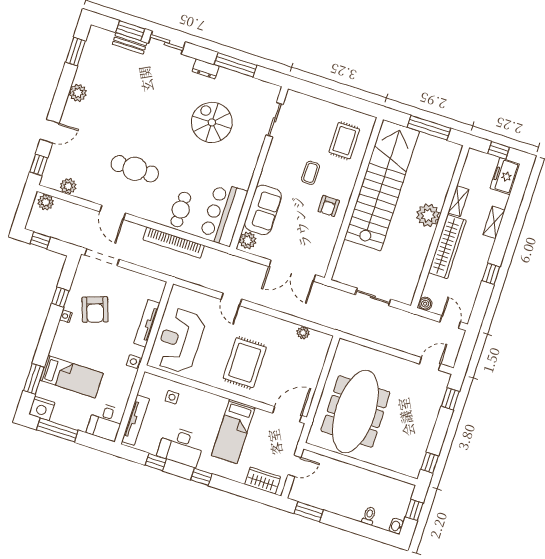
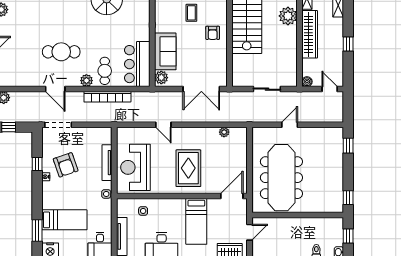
plant: (68, 186) -> (86, 81), moved
door: (430, 364) -> (290, 125), moved

